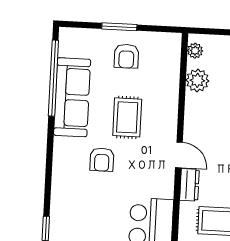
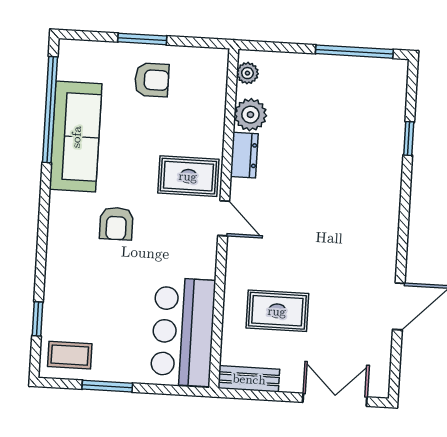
armchair: (126, 56) -> (152, 80), turned -90
rug: (127, 117) -> (188, 176), moved, turned 90
dresser: (189, 185) -> (244, 155), moved

